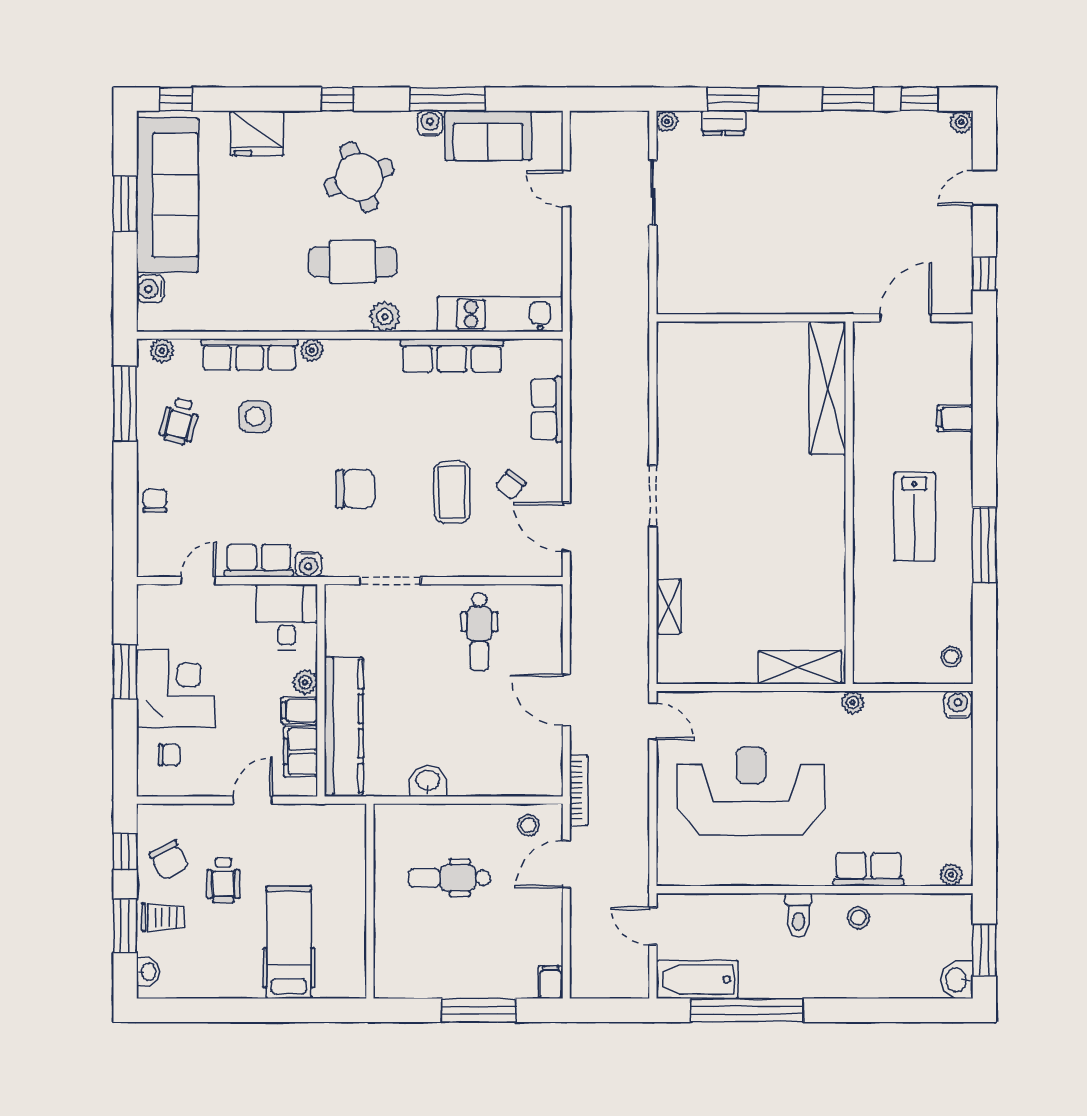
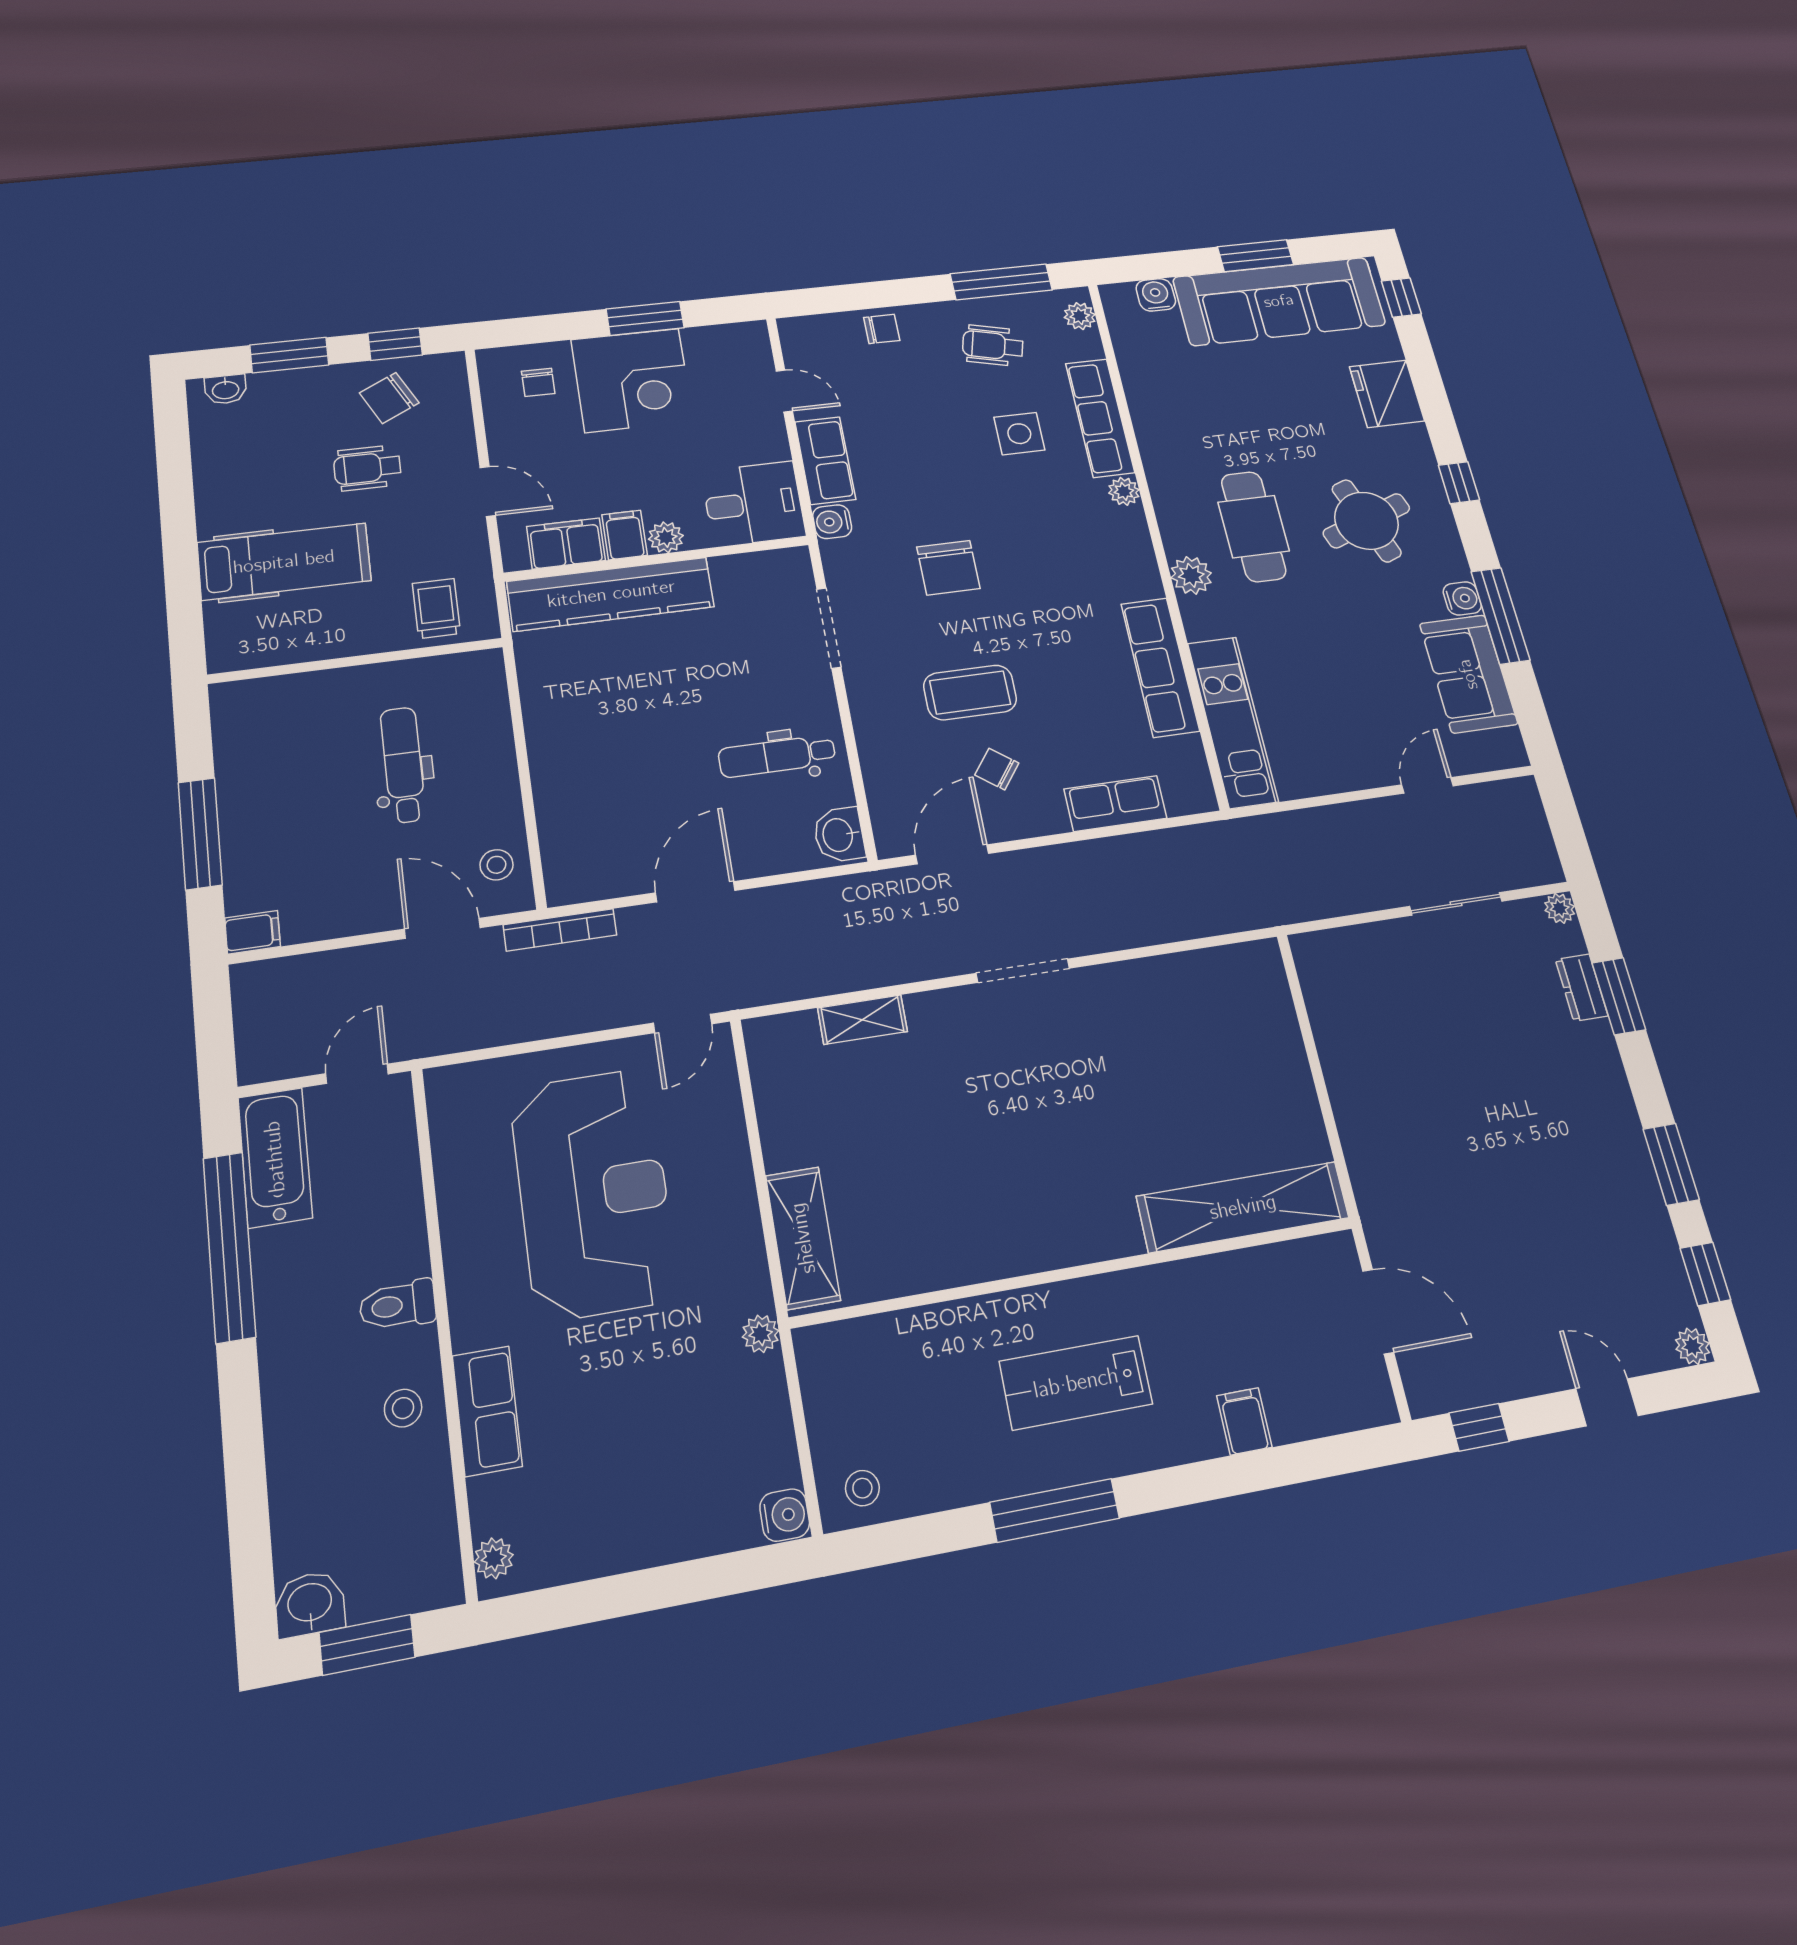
washbasin: (428, 781) -> (839, 835), moved, turned 180
trolley: (163, 917) -> (436, 608), moved, turned 180

